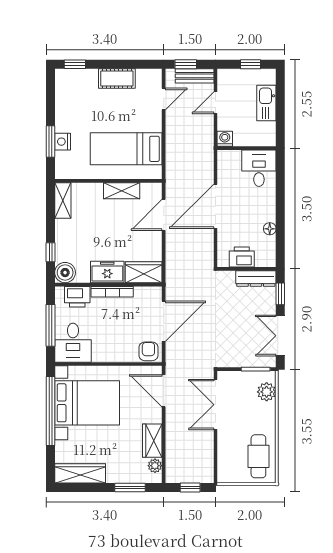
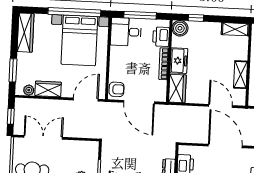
double door: (215, 405) -> (43, 137), moved

